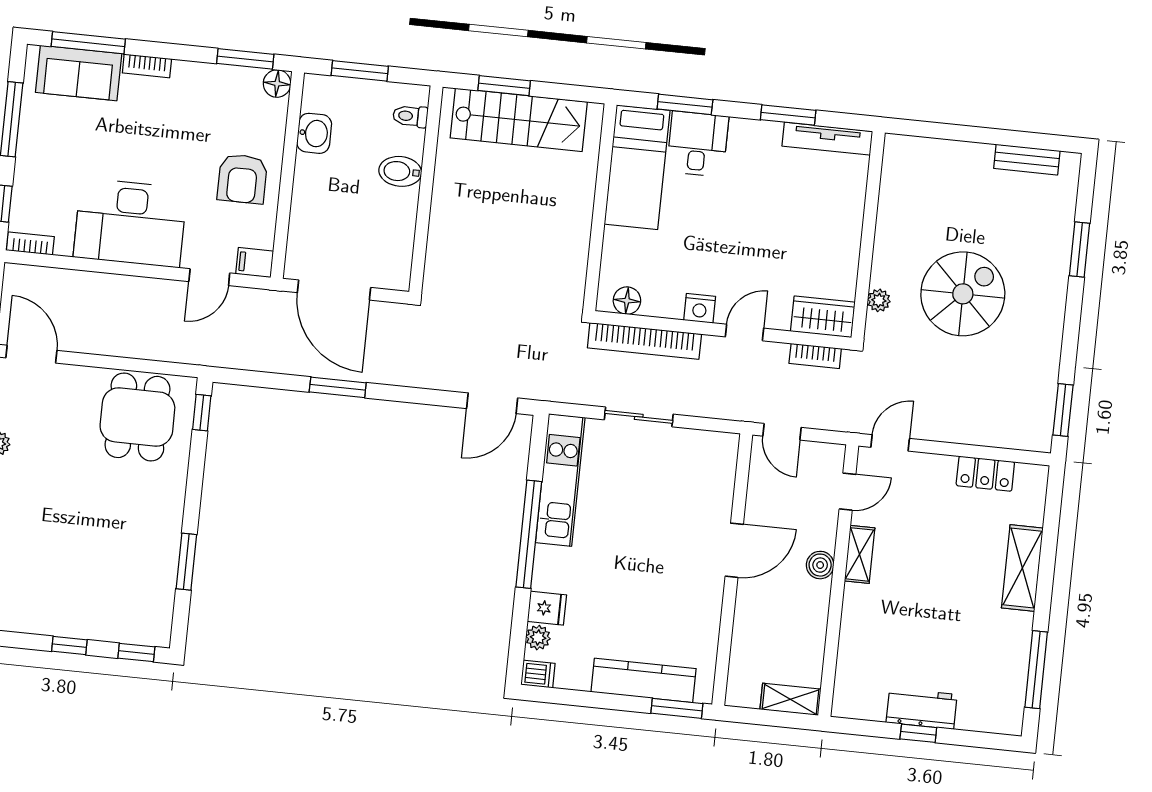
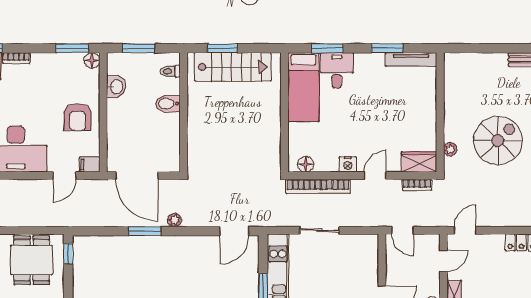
plant: (391, 373) -> (175, 220), added

